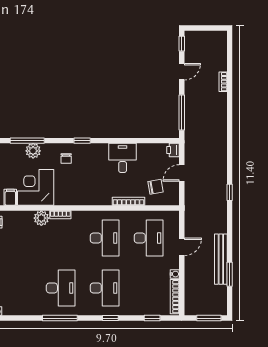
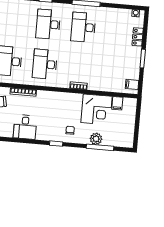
plant: (41, 218) -> (94, 84), removed

